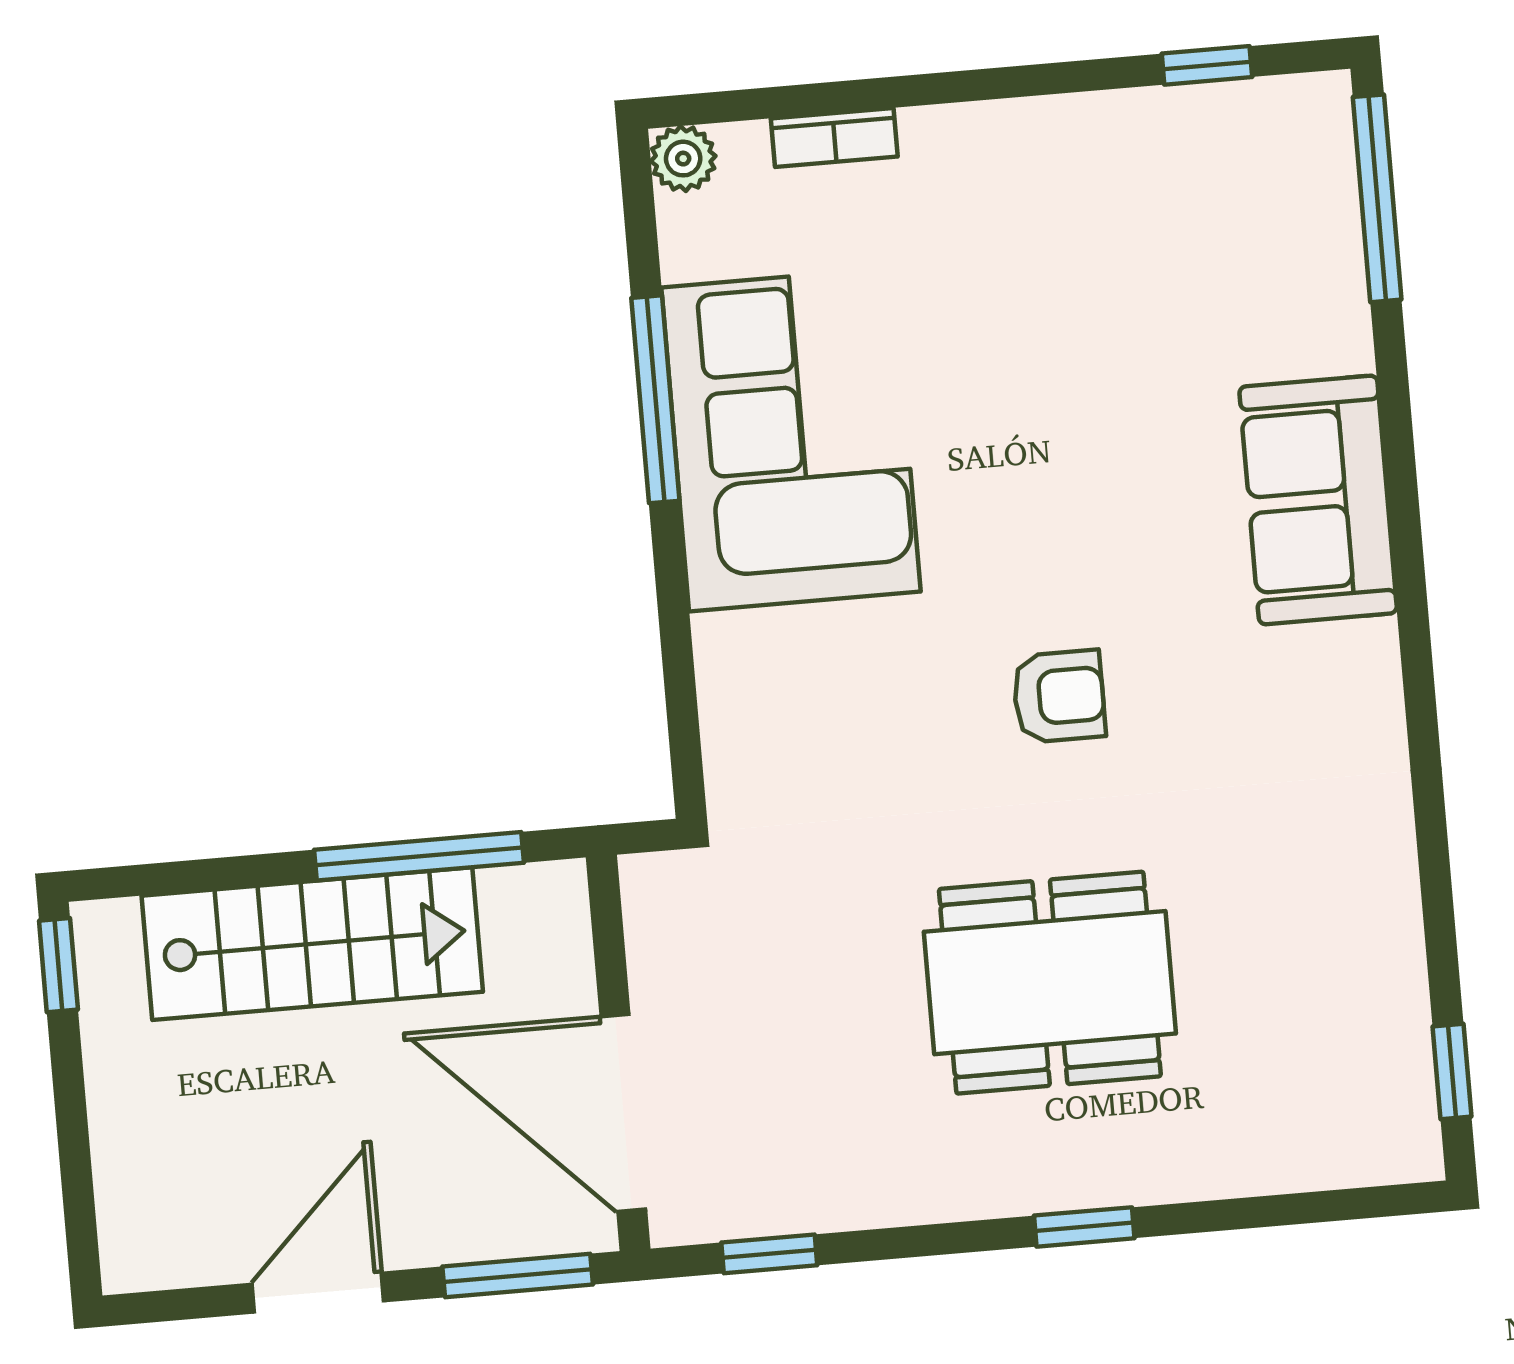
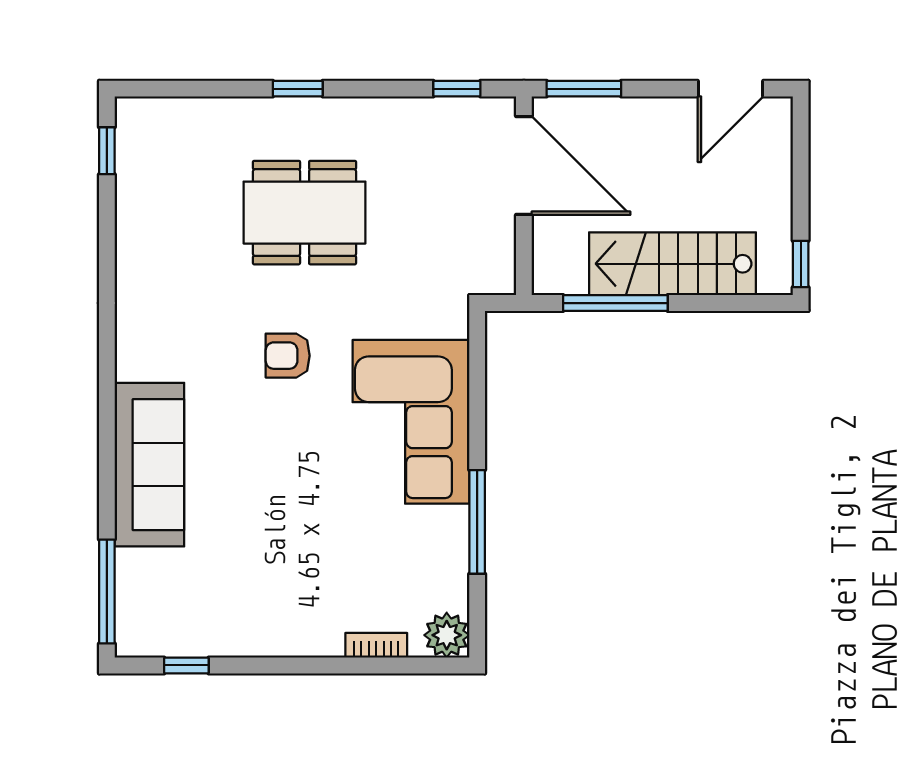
plant: (683, 159) -> (447, 635), width x1.38, depth x1.38
corner sofa: (791, 440) -> (411, 422), moved
sofa: (1318, 500) -> (149, 465), width x1.36
door: (318, 1293) -> (730, 89), moved

